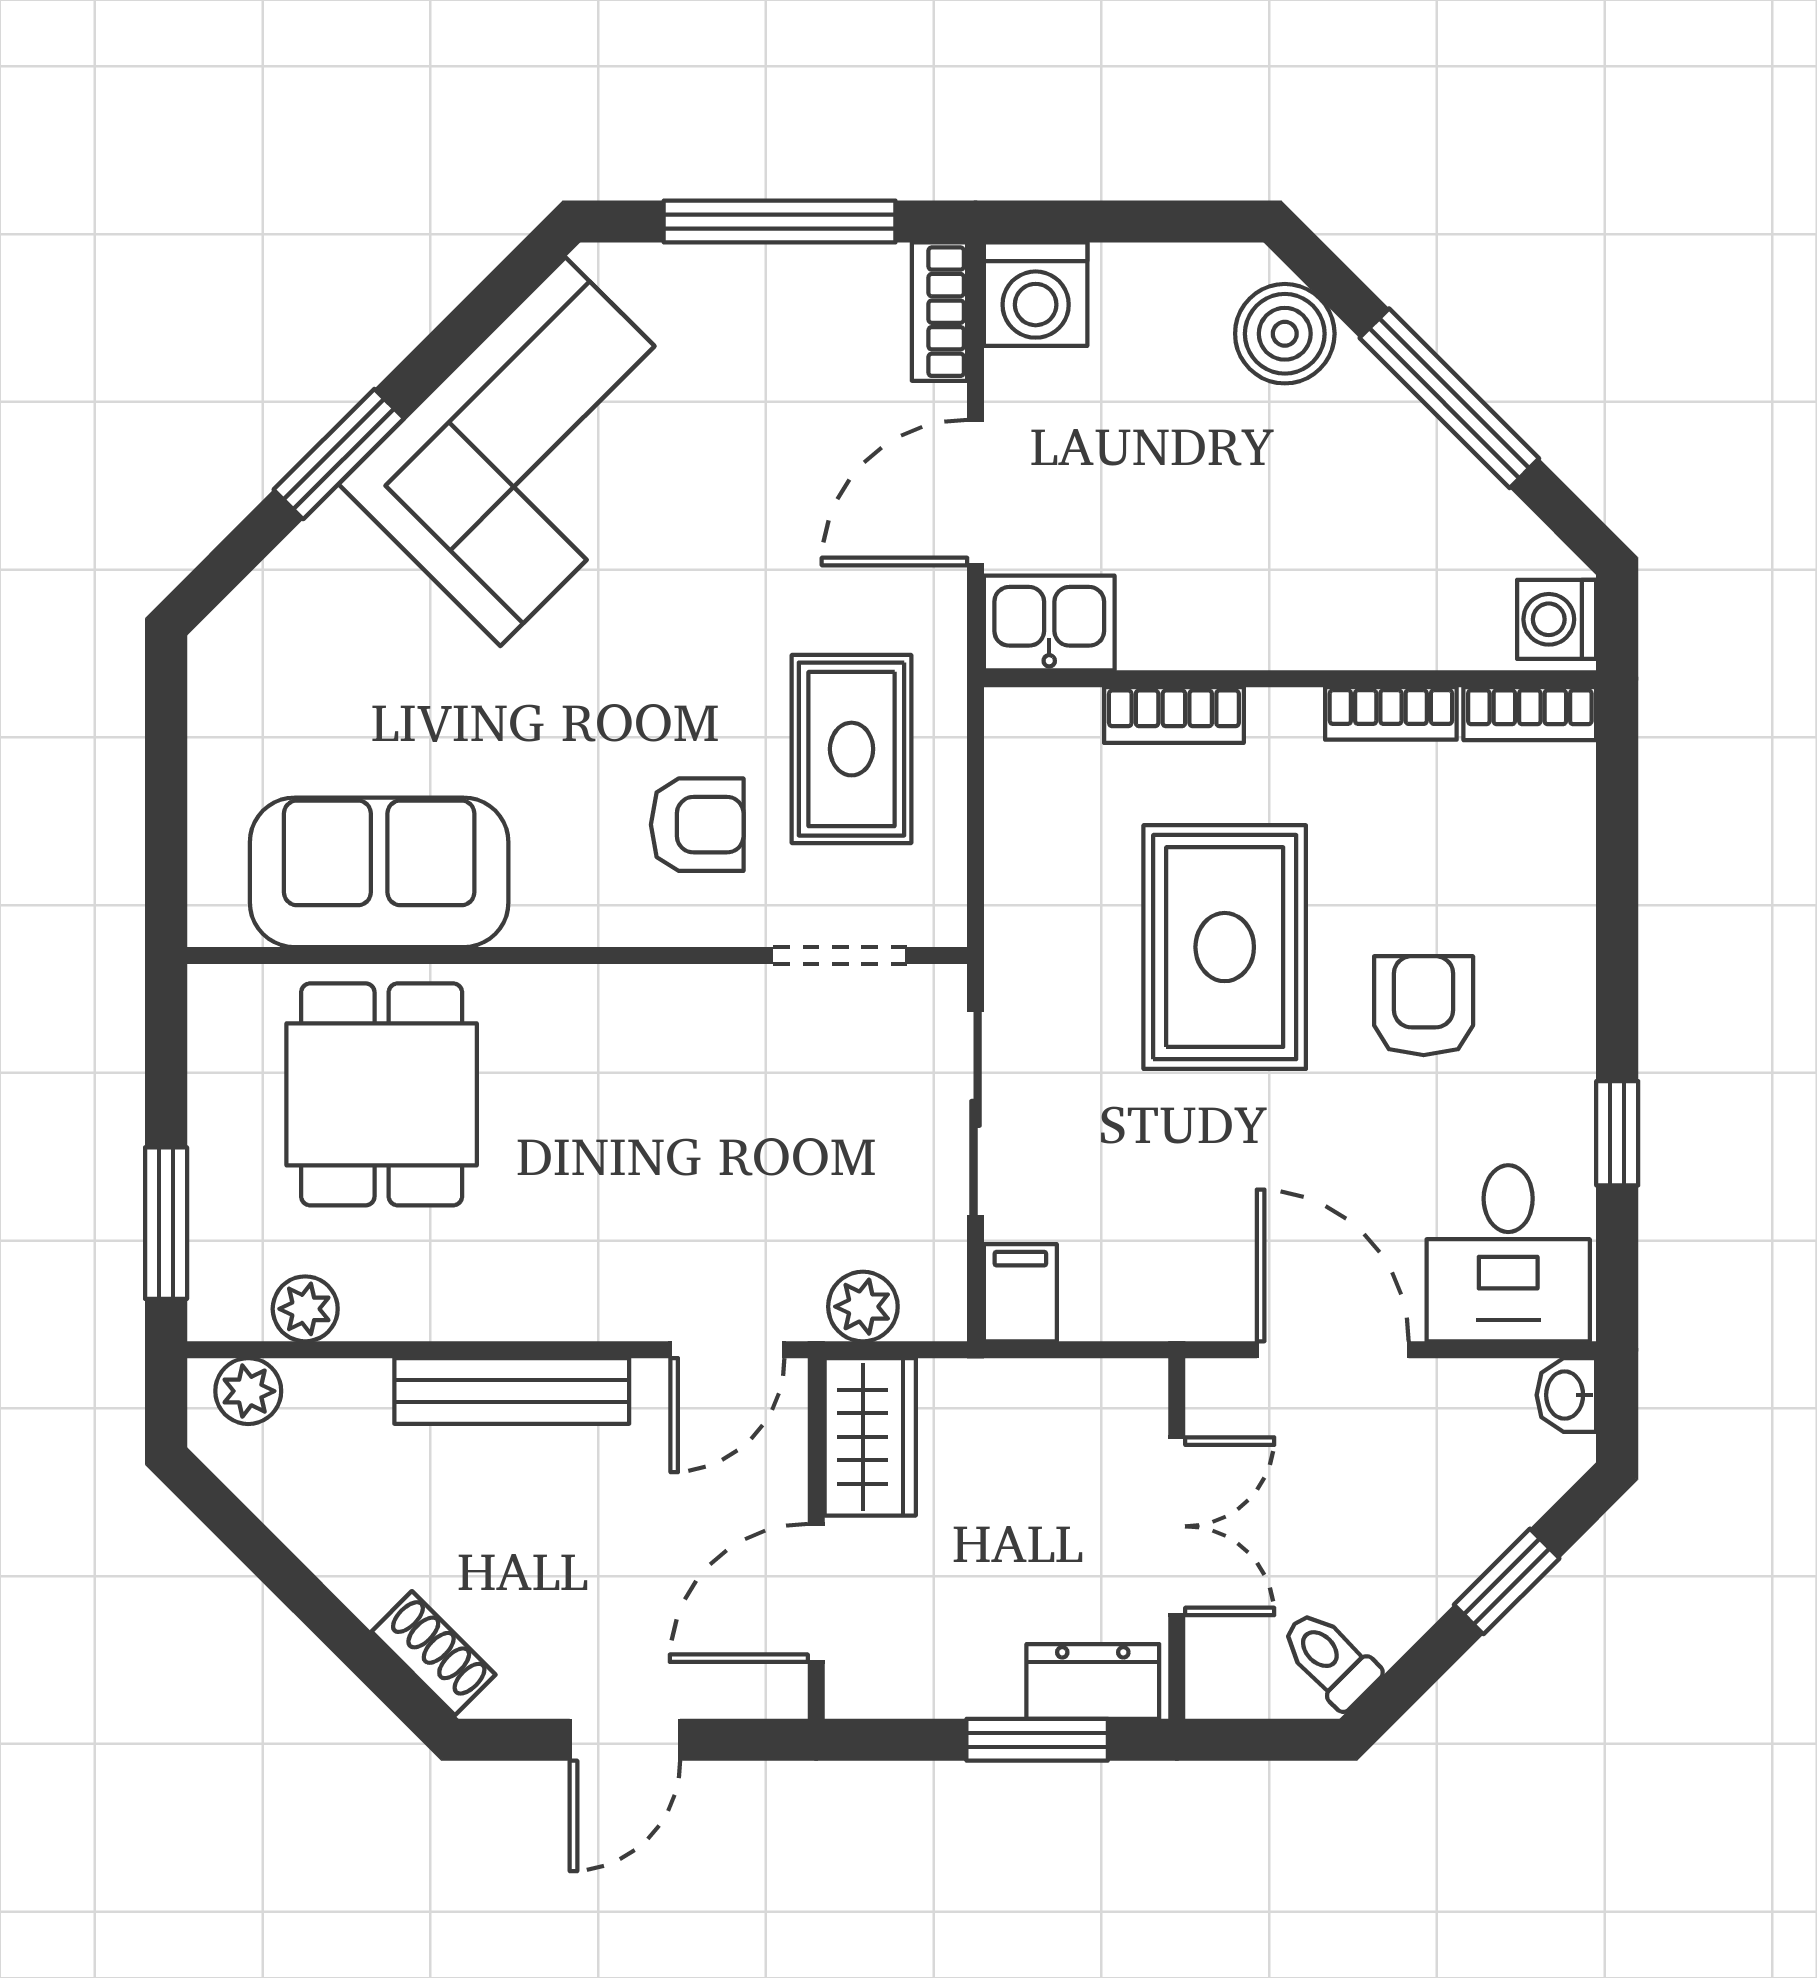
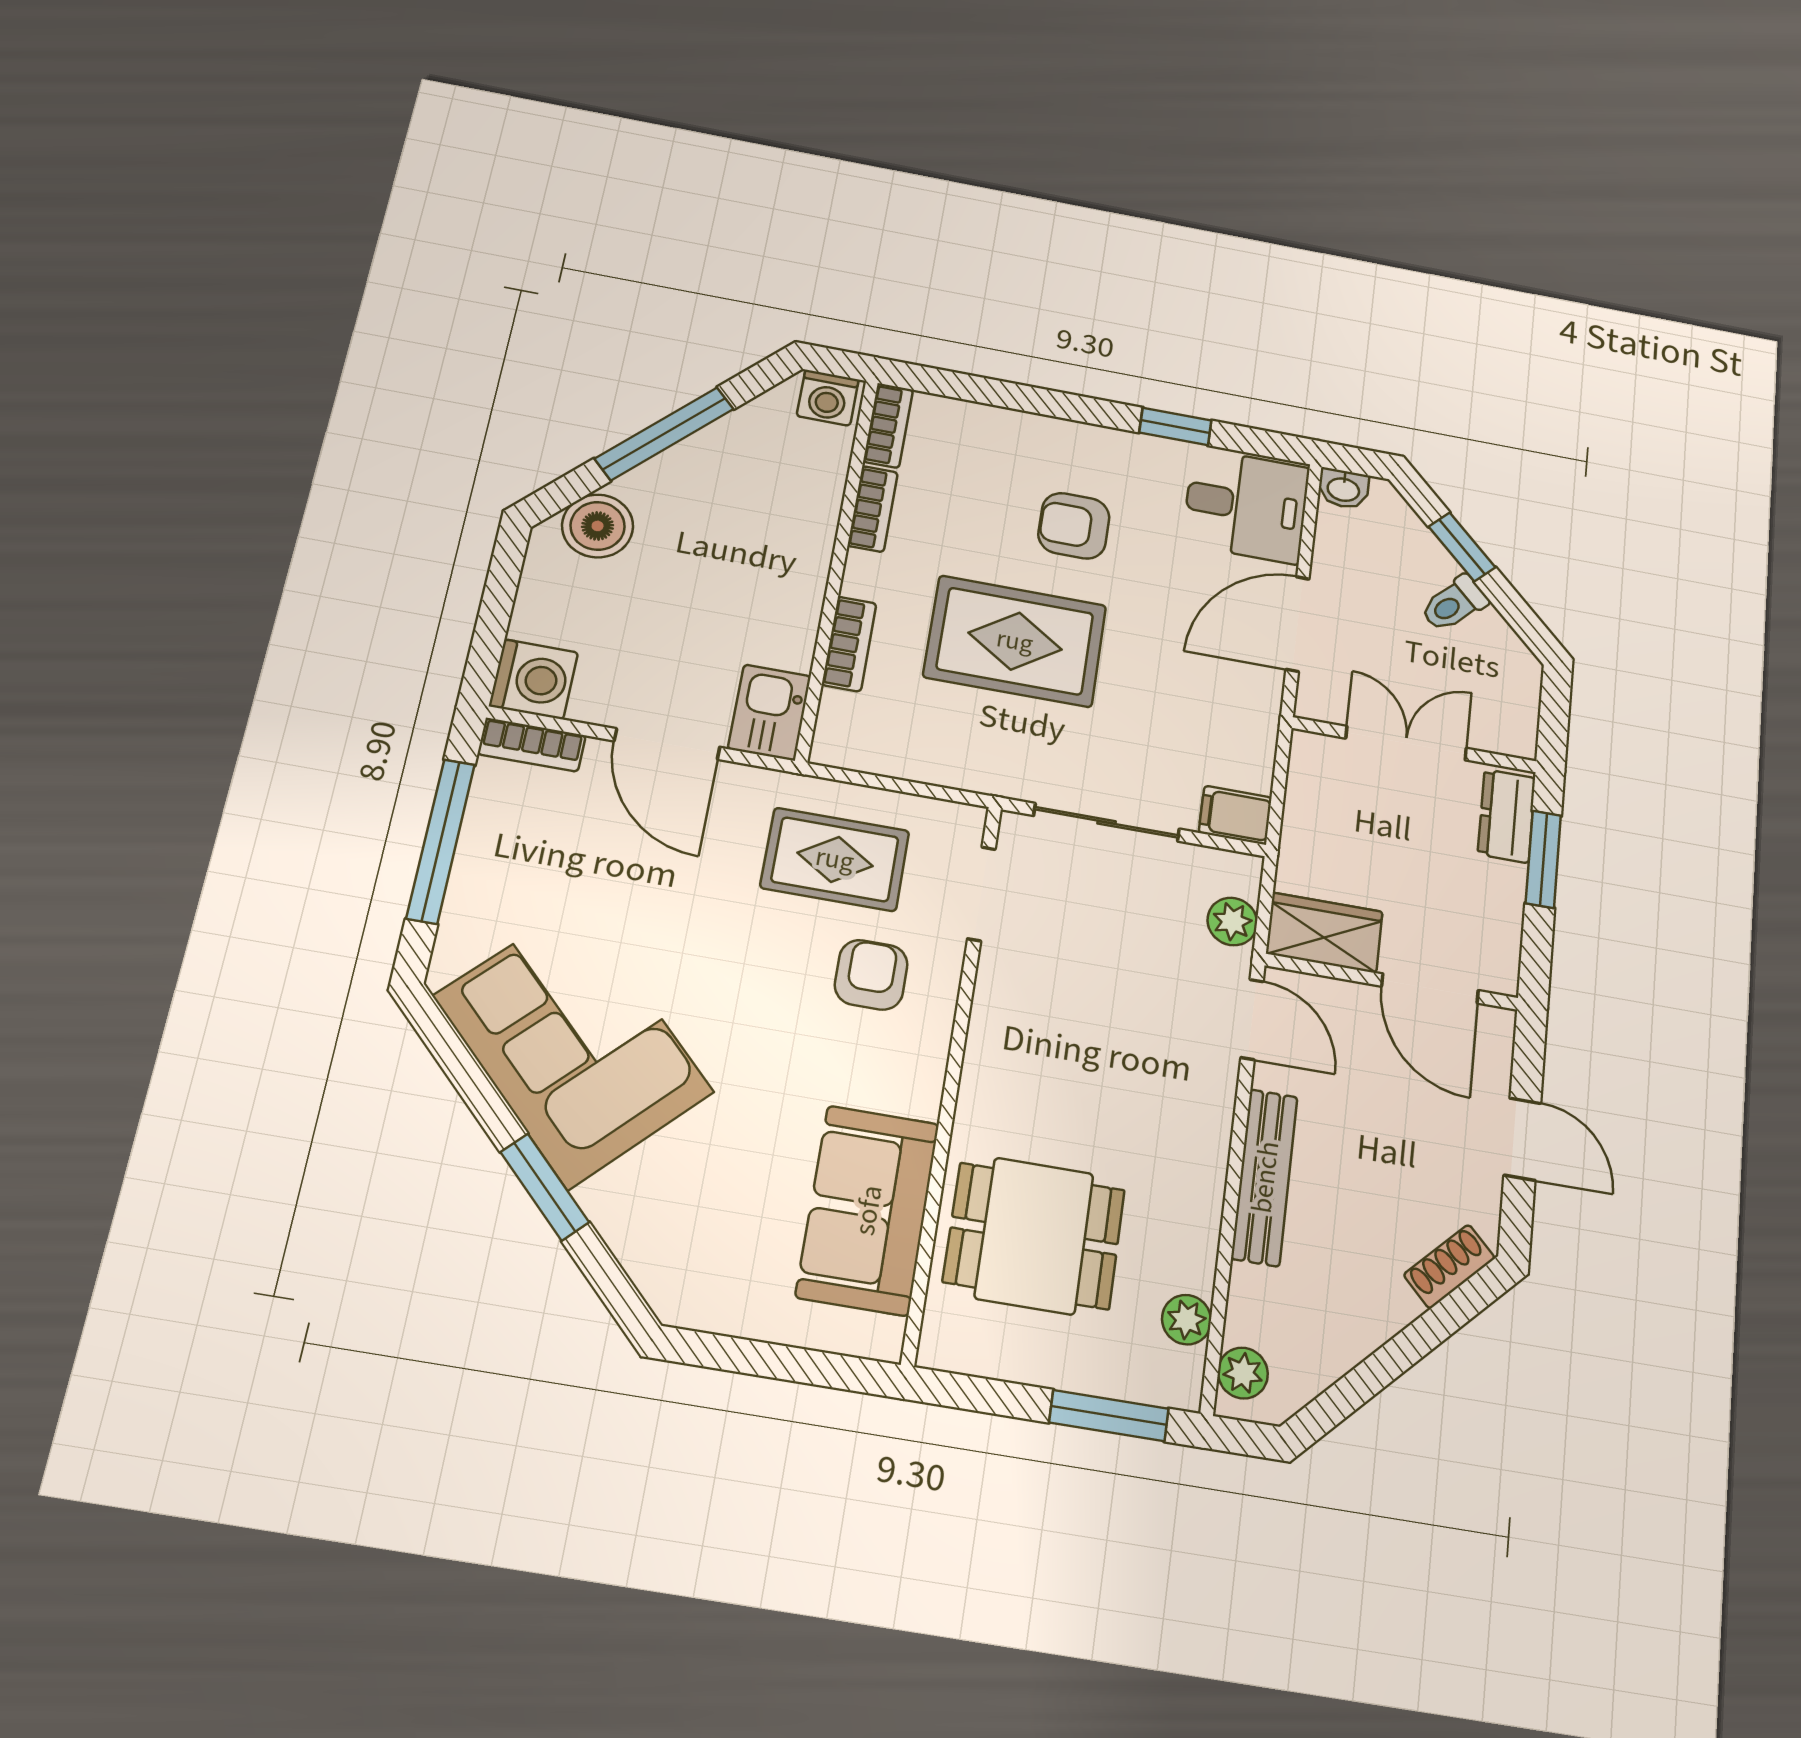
toilet: (1330, 1659) -> (1454, 604), moved

